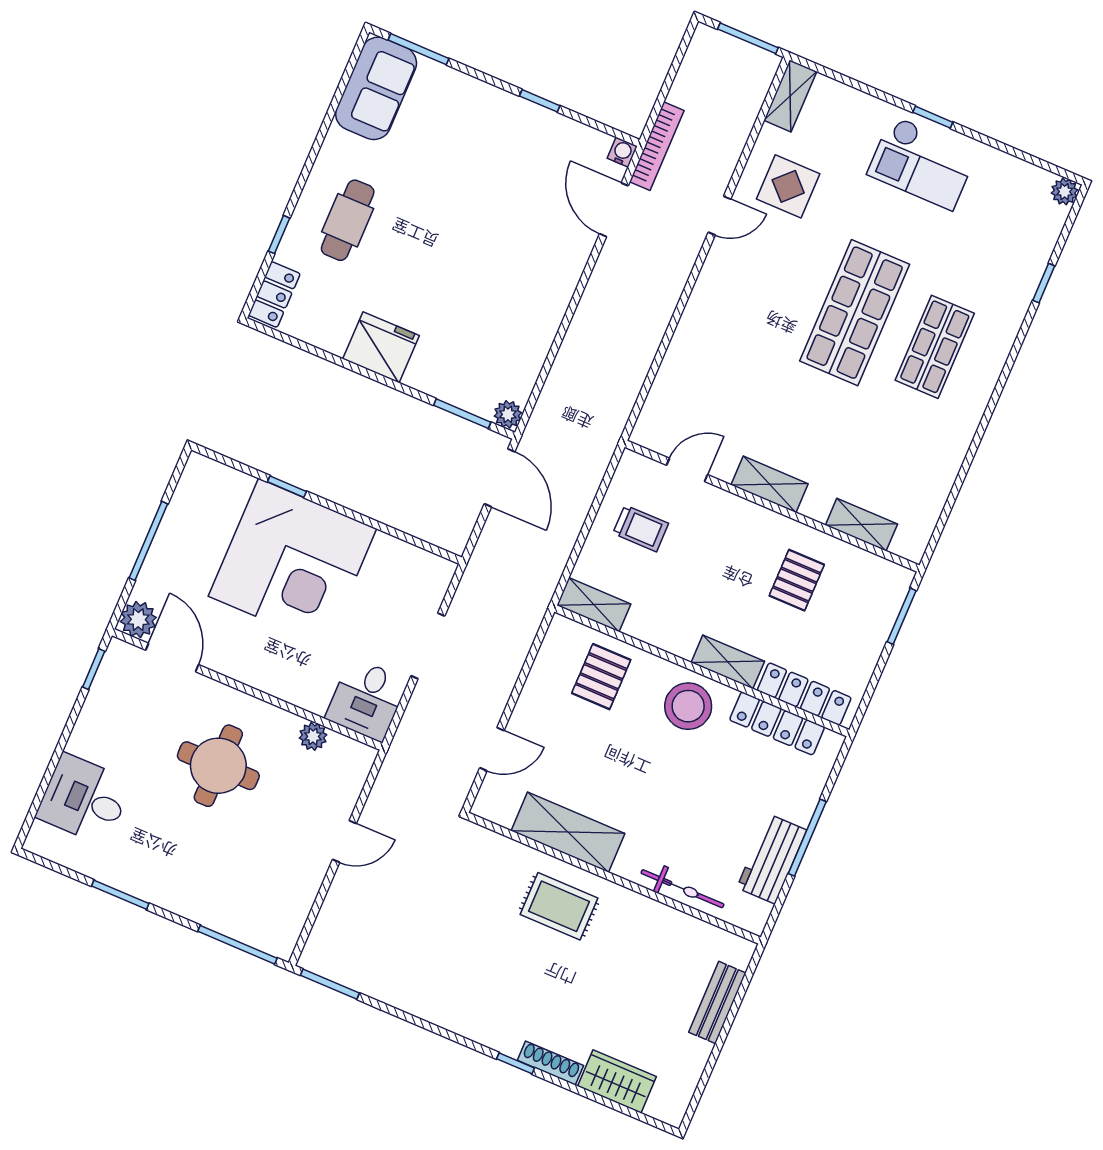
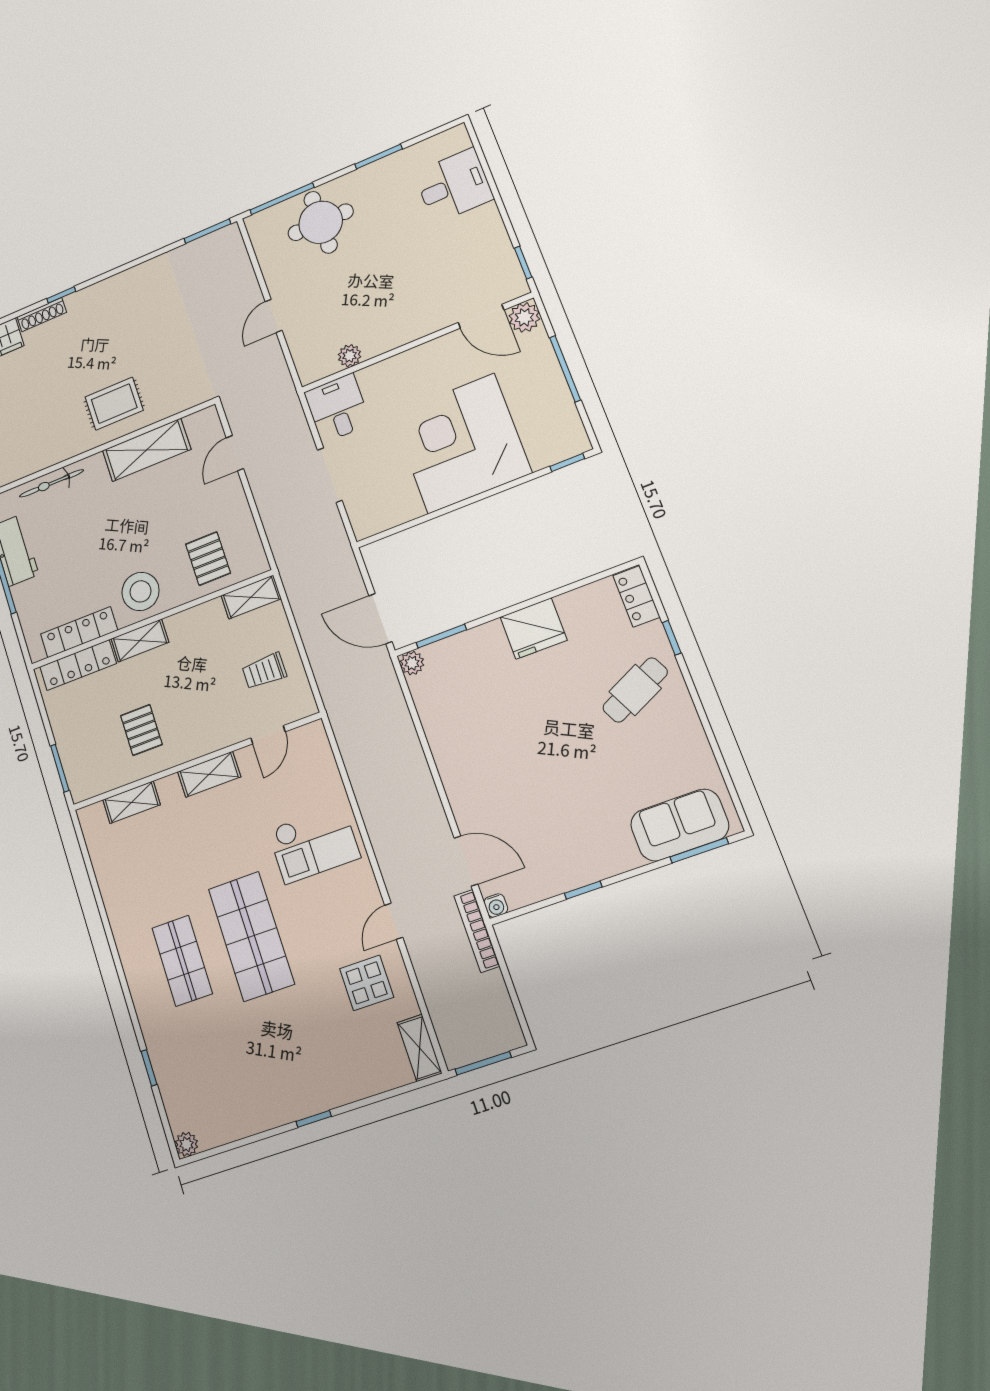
sofa: (376, 88) -> (680, 825), moved, turned 90
checkout: (922, 163) -> (314, 844), moved, turned 180
cafe table: (348, 220) -> (635, 690), turned 64
window: (287, 487) -> (567, 463), moved
round table: (218, 766) -> (321, 222), moved

